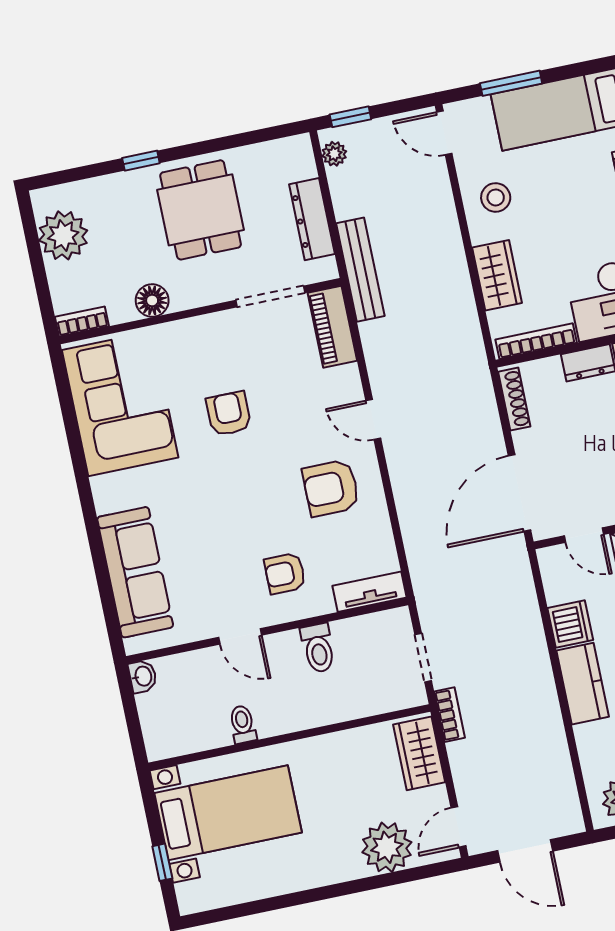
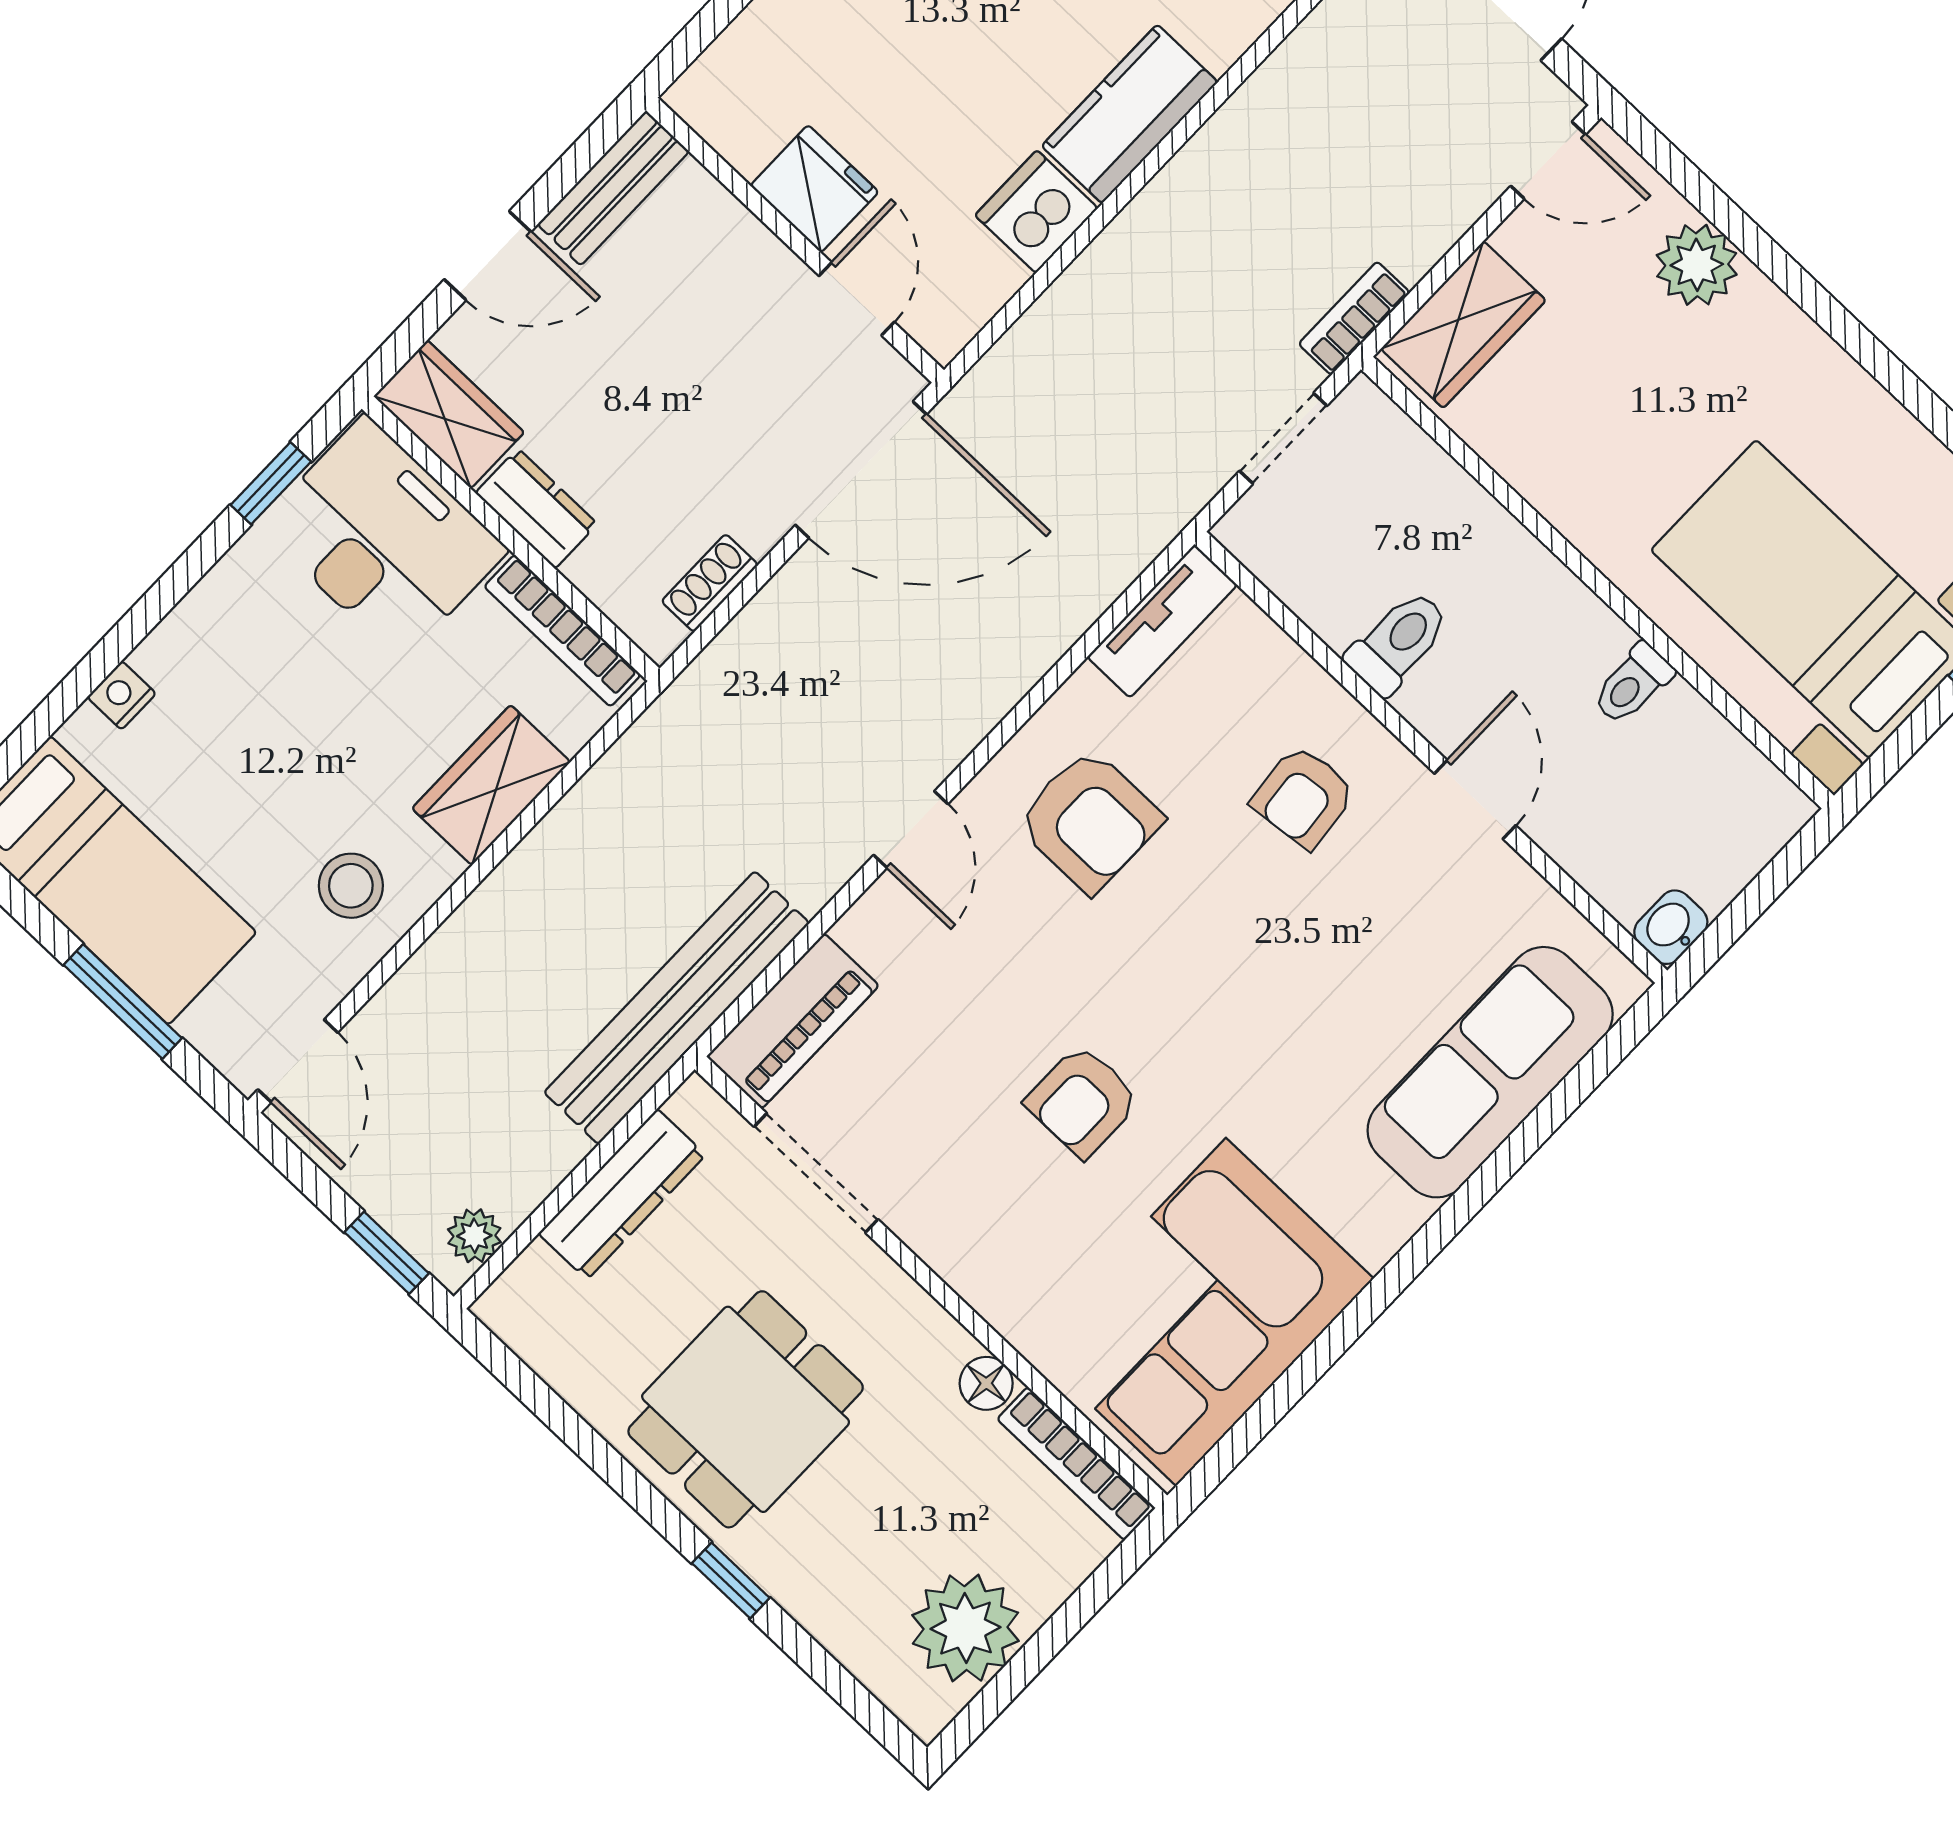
bench: (360, 270) -> (677, 1008), width x1.37, depth x1.21
floor lamp: (152, 301) -> (986, 1383), width x0.73, depth x0.73
bookcase: (82, 321) -> (1076, 1464), width x1.56
shoe rack: (514, 399) -> (710, 583), width x0.70
armchair: (285, 573) -> (1303, 797), turned 84
tv unit: (369, 592) -> (1162, 621), moved, turned -90
plant: (387, 847) -> (1697, 265), width x0.73, depth x0.73

